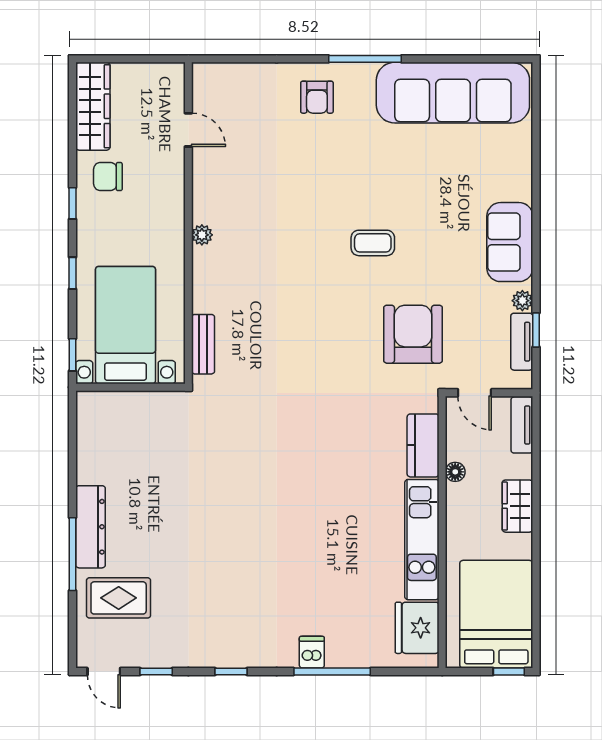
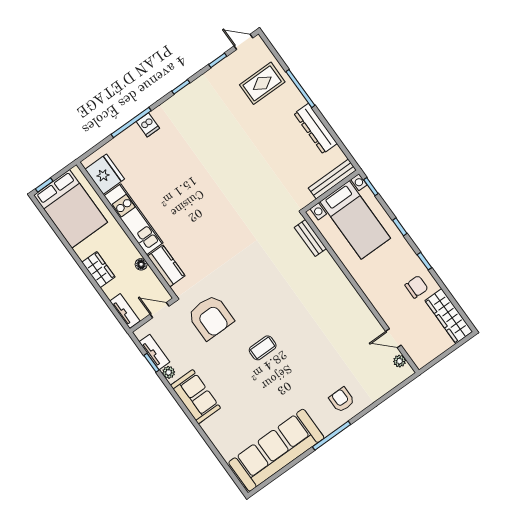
plant: (202, 235) -> (400, 361), moved
bench: (117, 402) -> (332, 179), added
dresser: (90, 527) -> (316, 129), moved

